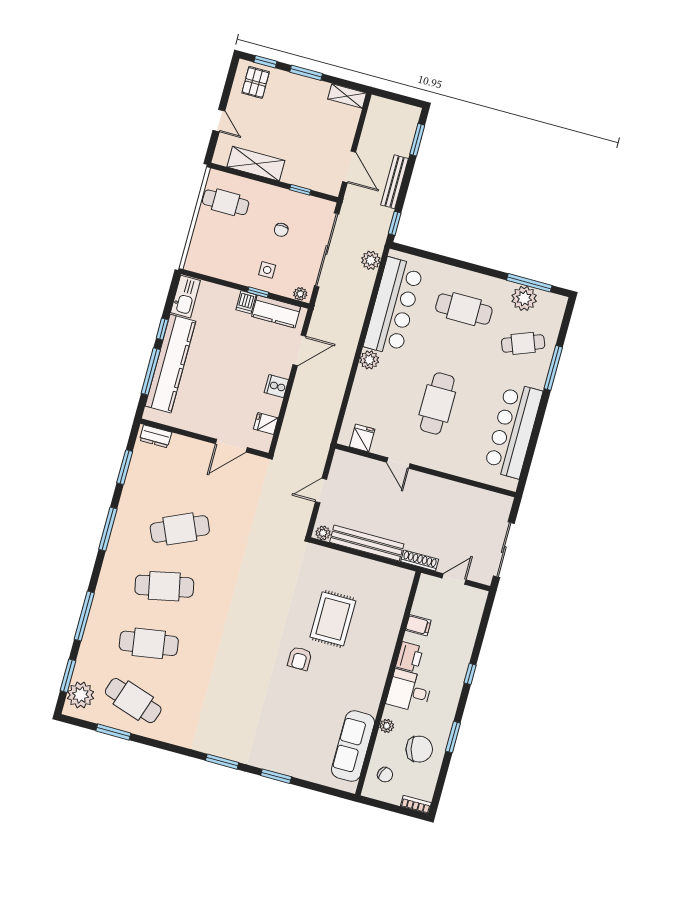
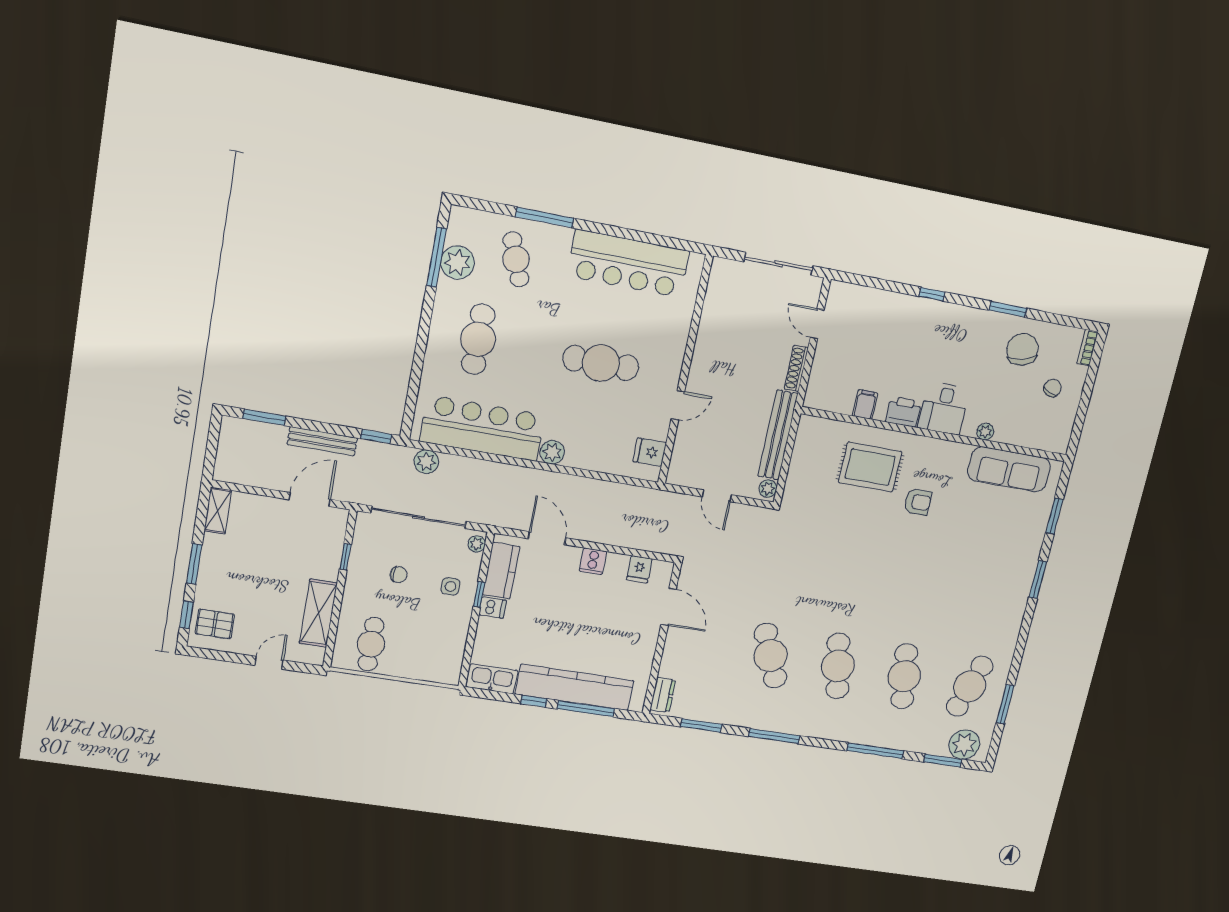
filing cabinet: (418, 625) -> (865, 405), moved
printer: (409, 657) -> (903, 412), moved
wall: (388, 683) -> (935, 435), moved
desk: (409, 691) -> (944, 408), moved
plant: (387, 726) -> (985, 432), moved
sofa: (353, 746) -> (1009, 469), moved

